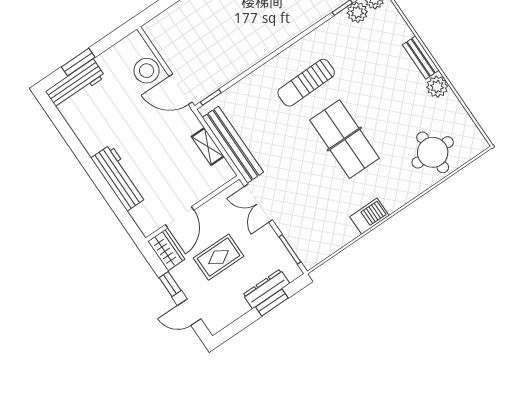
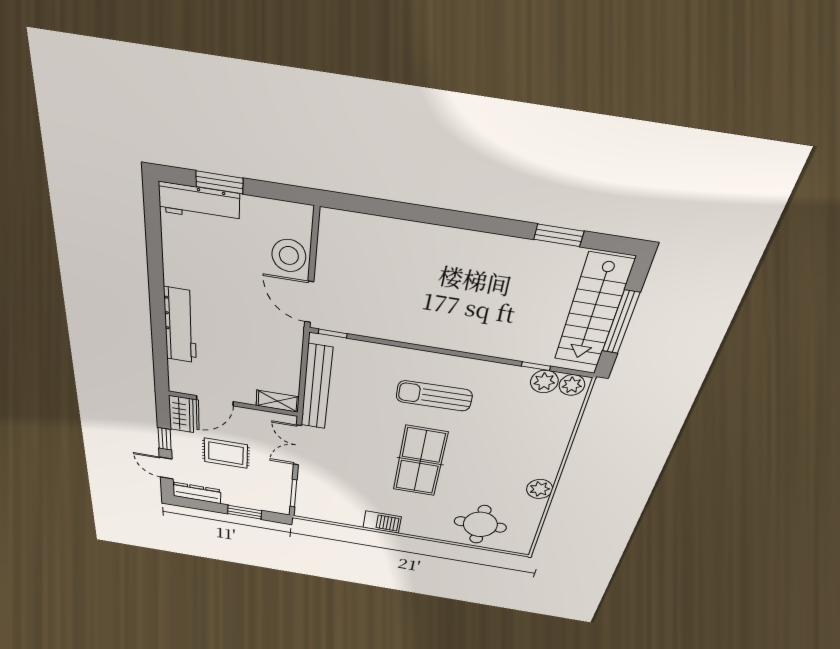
bench: (421, 57) -> (553, 460), removed
shelving: (208, 147) -> (278, 401), moved, turned 90
dresser: (266, 289) -> (197, 493), moved

